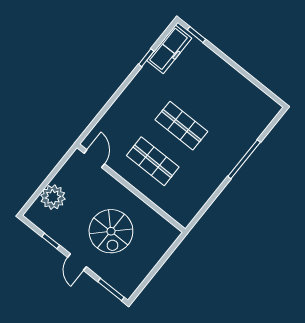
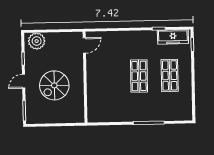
shop shelf: (153, 161) -> (170, 75), moved
plant: (53, 197) -> (37, 41), moved

